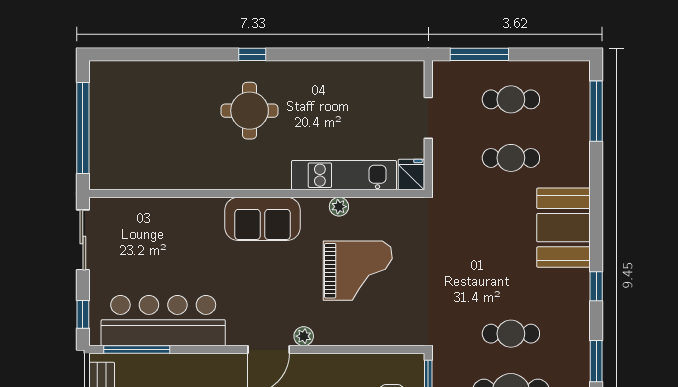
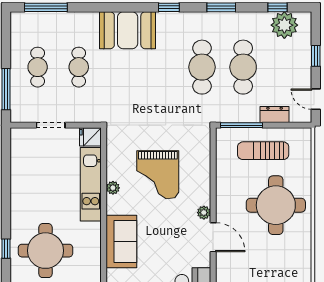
round table: (250, 111) -> (45, 251), width x1.36, depth x1.36
grand piano: (358, 271) -> (158, 175), turned 180
cafe table: (511, 334) -> (202, 67), width x1.37, depth x1.35

